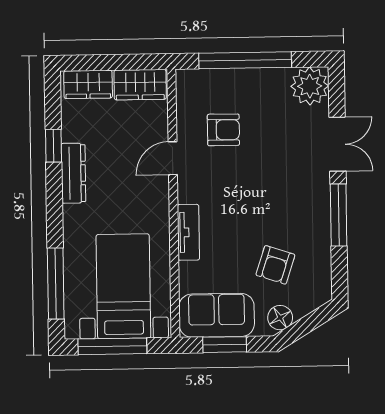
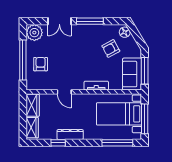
armchair: (223, 130) -> (41, 64), moved
double door: (337, 144) -> (59, 21), swing flipped
armchair: (275, 265) -> (111, 48), turned 134
floor lamp: (280, 318) -> (125, 32), moved
window: (225, 345) -> (145, 71), width x1.44

